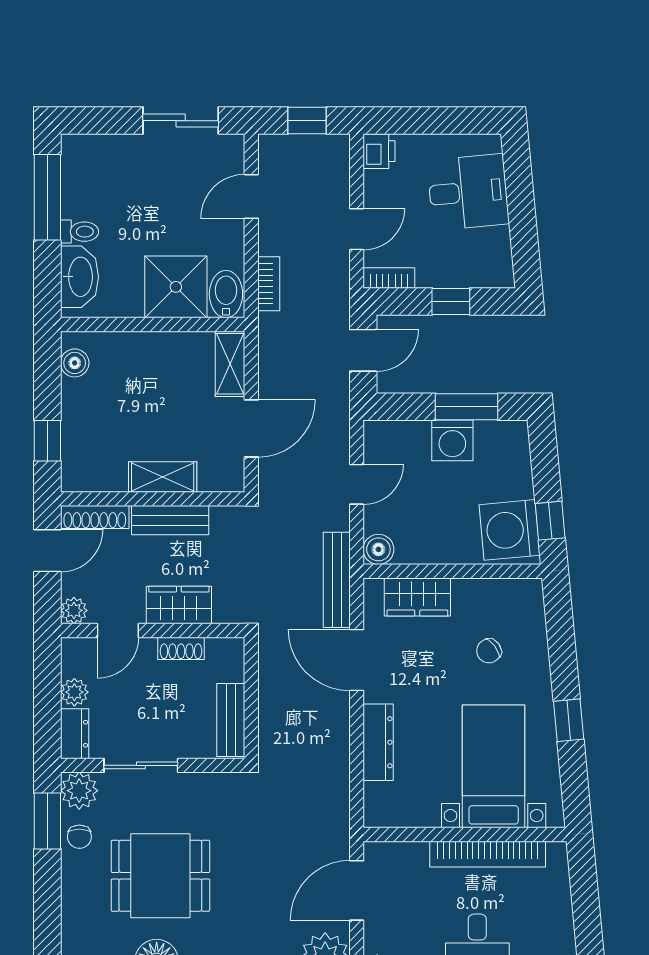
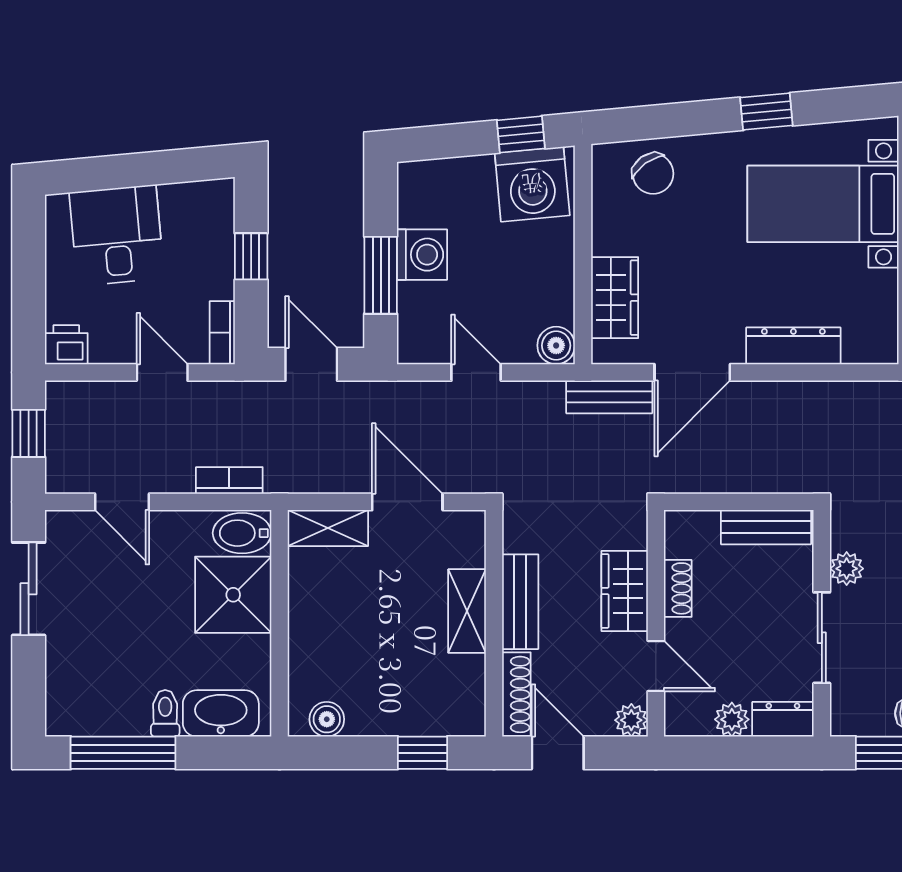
window: (467, 407) -> (381, 275), moved
bench: (337, 580) -> (609, 397), width x0.73
chair: (489, 651) -> (653, 174), moved, width x1.37, depth x1.37
plant: (79, 791) -> (847, 569), moved, width x0.73, depth x0.73

